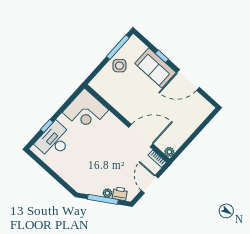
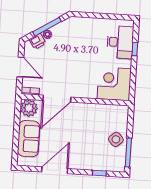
window: (162, 56) -> (99, 173), moved
sofa: (155, 68) -> (29, 139), moved, turned 90
plant: (169, 152) -> (29, 108), width x1.88, depth x1.88

